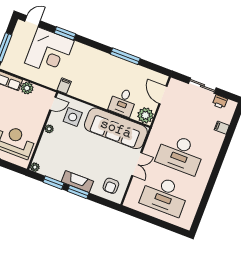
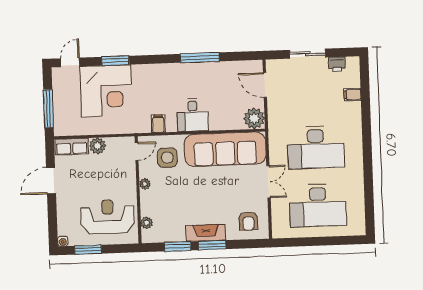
filing cabinet: (64, 86) -> (158, 124), moved
desk: (123, 102) -> (193, 115), moved
plant: (35, 167) -> (147, 223), moved

